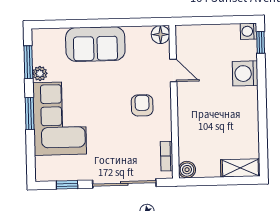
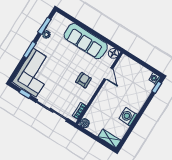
sofa: (95, 44) -> (86, 41), width x1.36
washing machine: (245, 73) -> (128, 117), moved
corner sofa: (60, 118) -> (35, 73), moved

